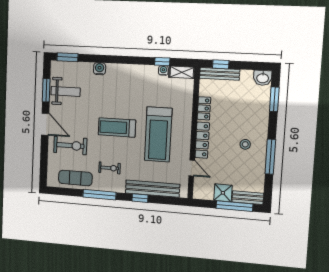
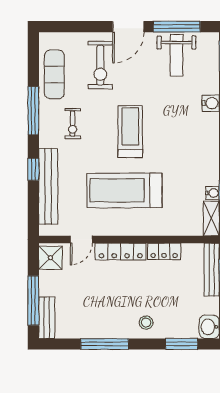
window: (46, 90) -> (177, 27), width x1.44
stool: (245, 144) -> (146, 323), moved
shower: (223, 193) -> (50, 258), moved

